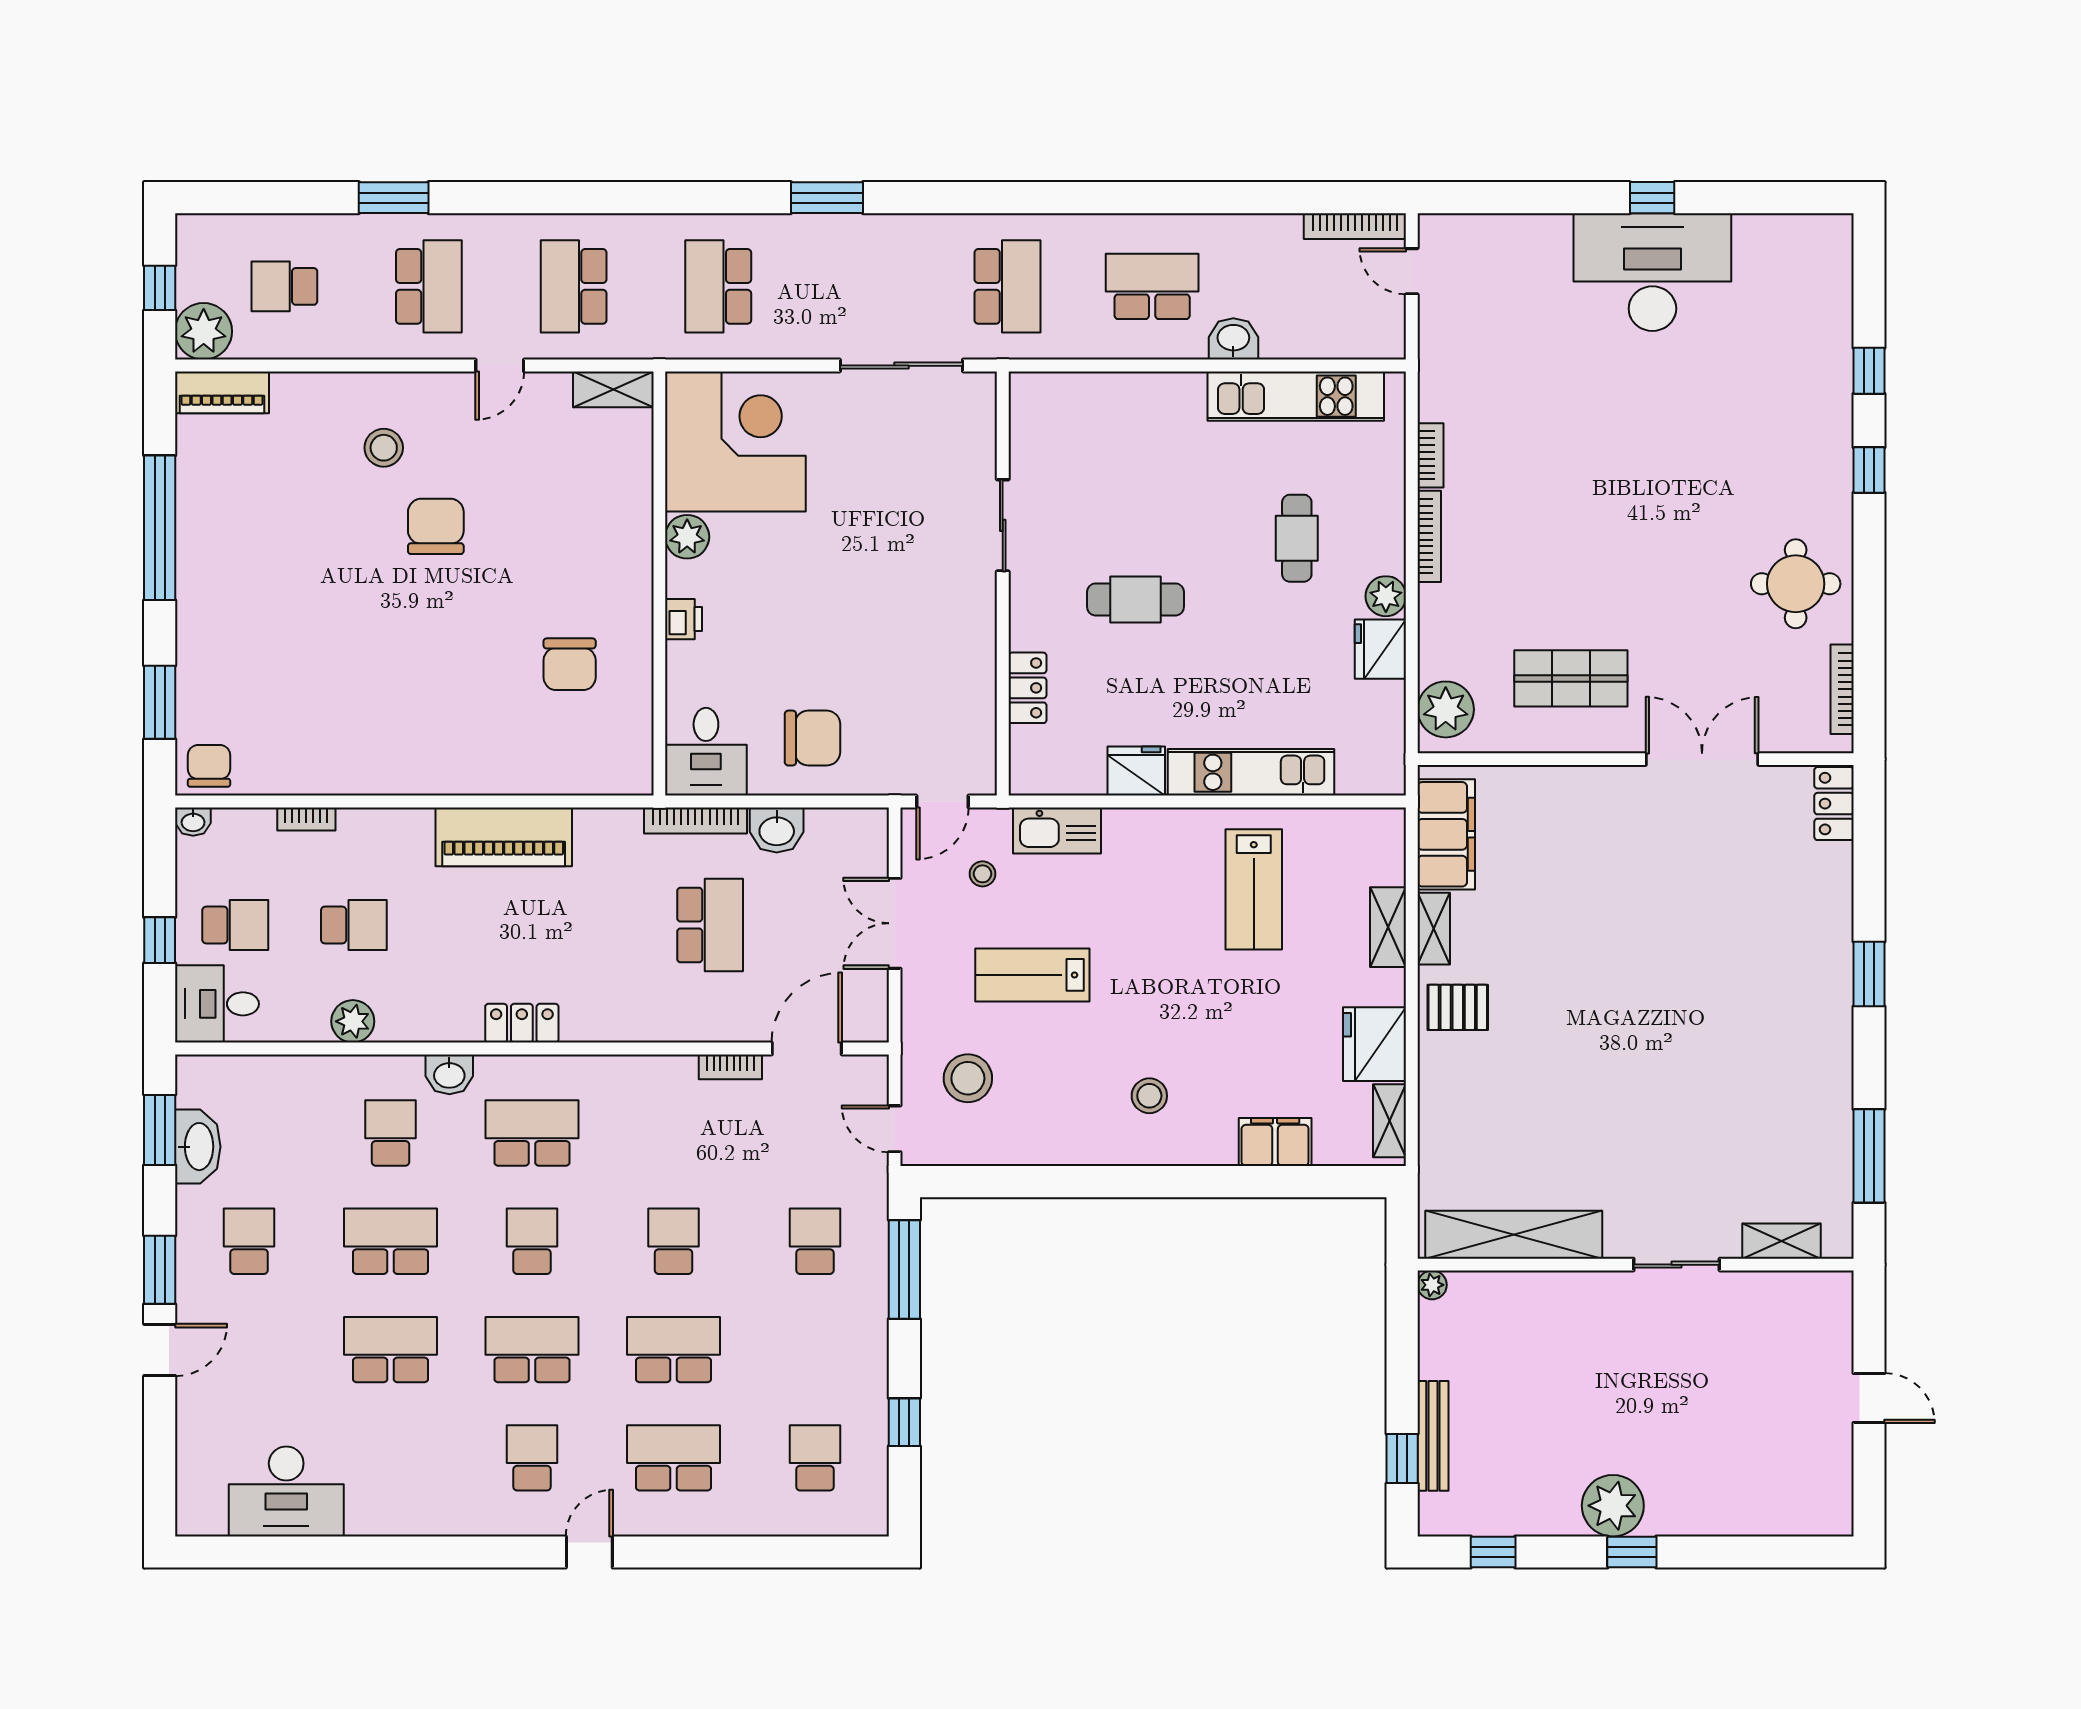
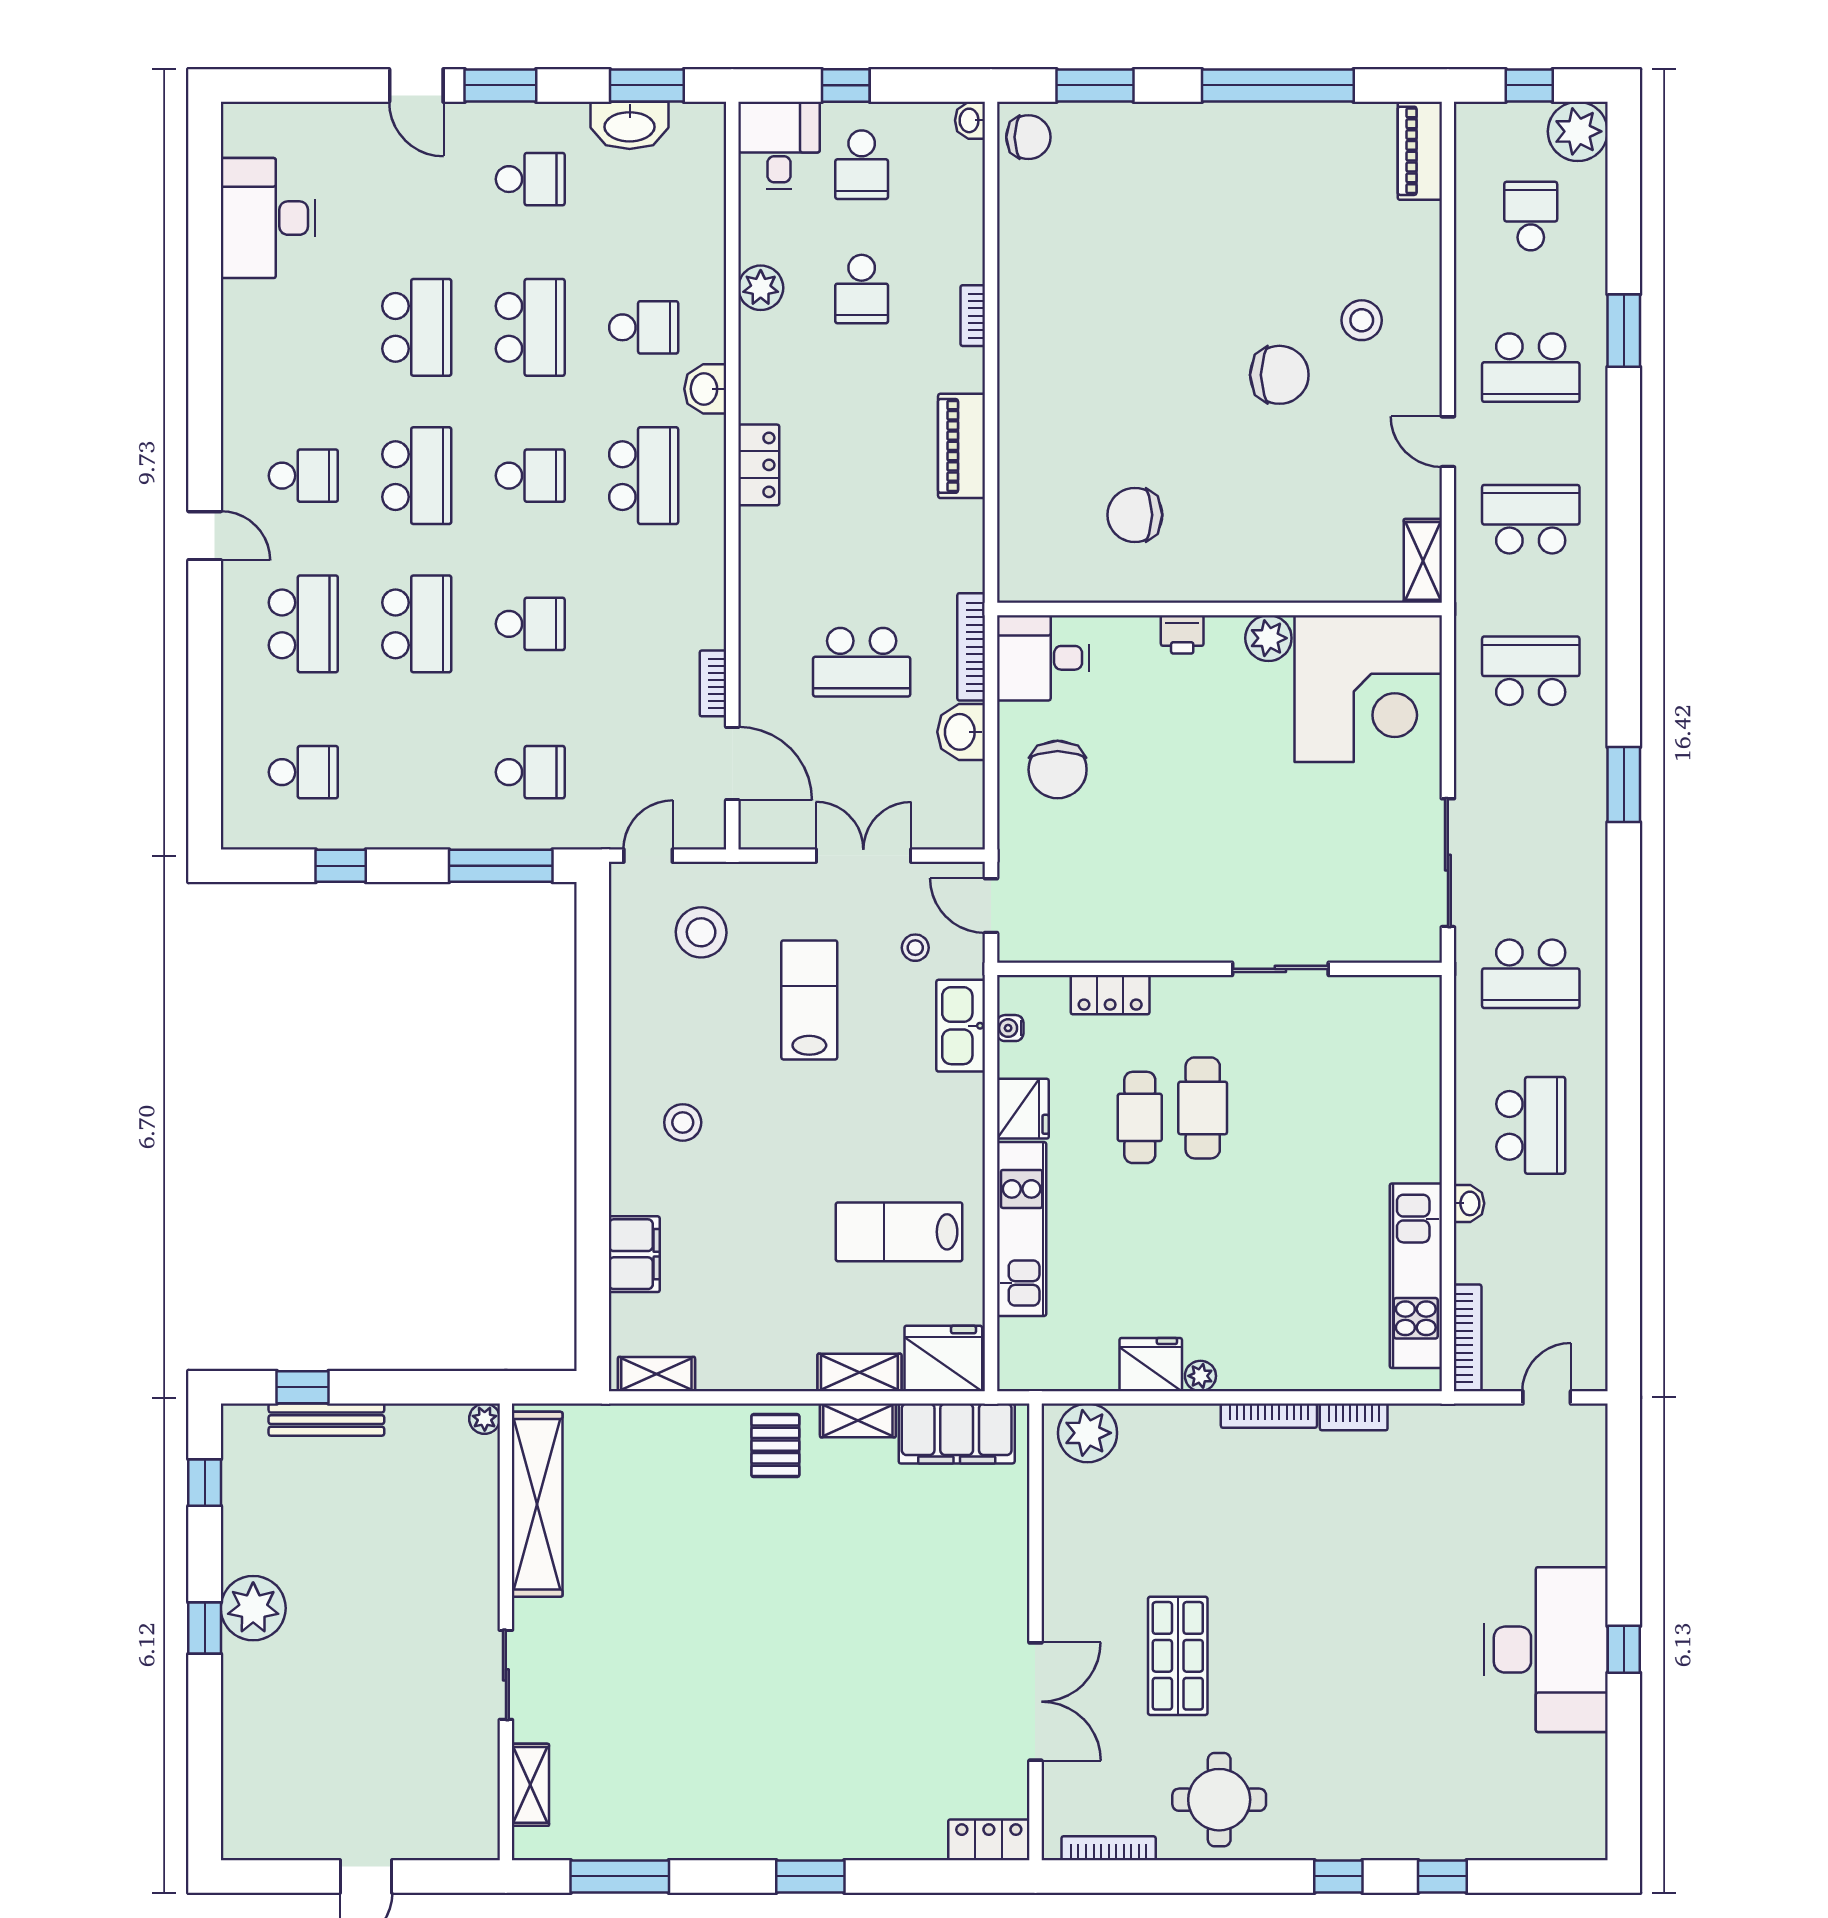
bookcase: (1355, 226) -> (1468, 1338), moved, turned 180
plant: (204, 331) -> (1578, 131), moved
washbasin: (1233, 339) -> (1469, 1203), width x0.72, depth x0.69
cafe table: (1297, 538) -> (1140, 1117), moved, turned 90
plant: (1386, 596) -> (1200, 1376), width x0.73, depth x0.73
shop shelf: (1571, 678) -> (1178, 1656), moved
water cooler: (1059, 783) -> (1010, 1028), added
bookcase: (306, 819) -> (973, 316), moved
piano: (504, 837) -> (962, 446), width x0.73, depth x0.75
fridge: (1375, 1044) -> (943, 1358), moved

